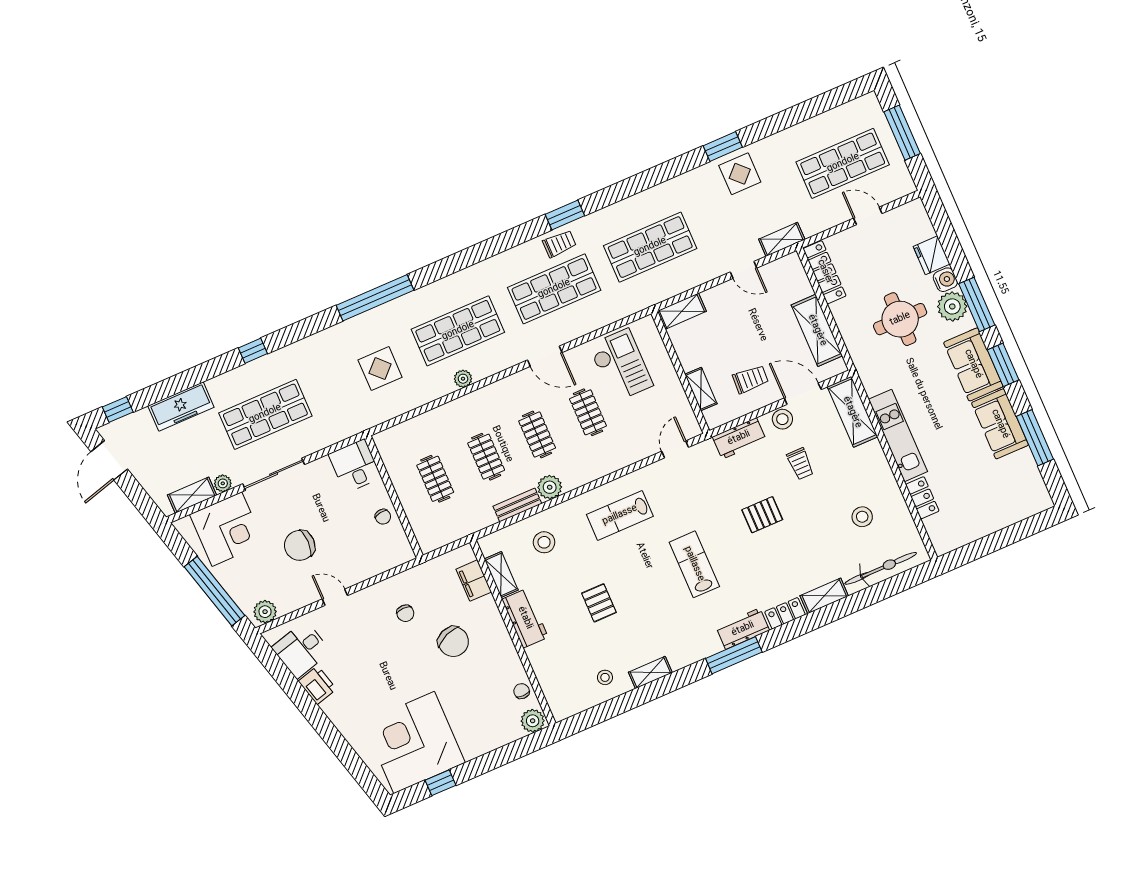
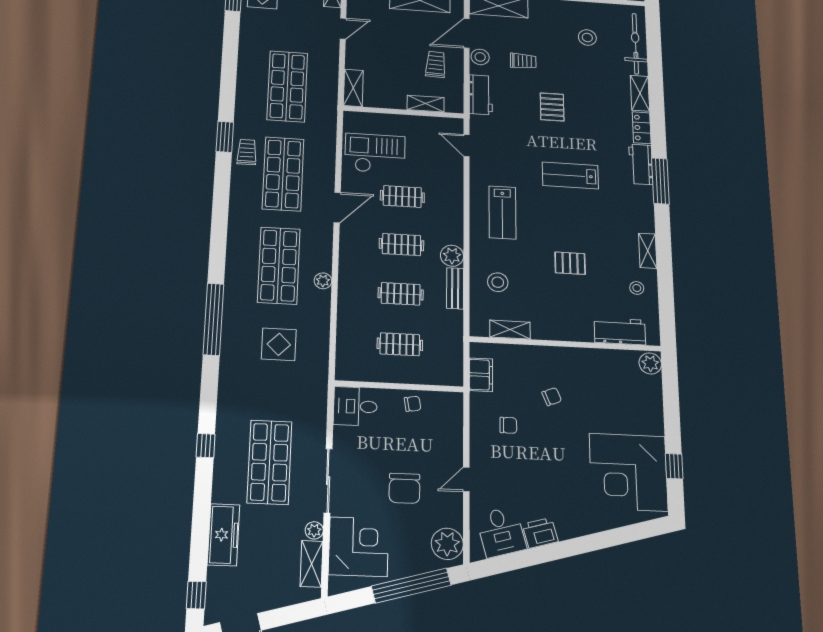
filing cabinet: (474, 581) -> (481, 375), moved, turned -90
plant: (265, 612) -> (447, 544), width x1.36, depth x1.36
workbench: (525, 618) -> (620, 331), moved
chair: (453, 642) -> (552, 397), width x0.54, depth x0.54
chair: (522, 691) -> (620, 360), removed

